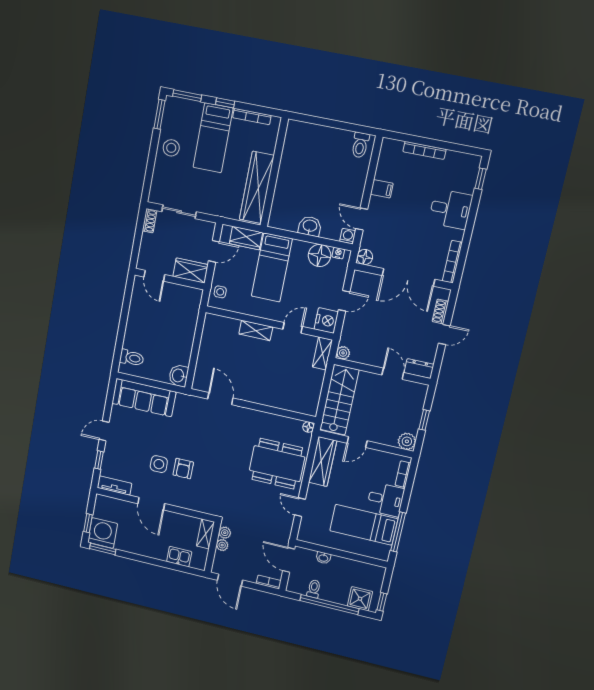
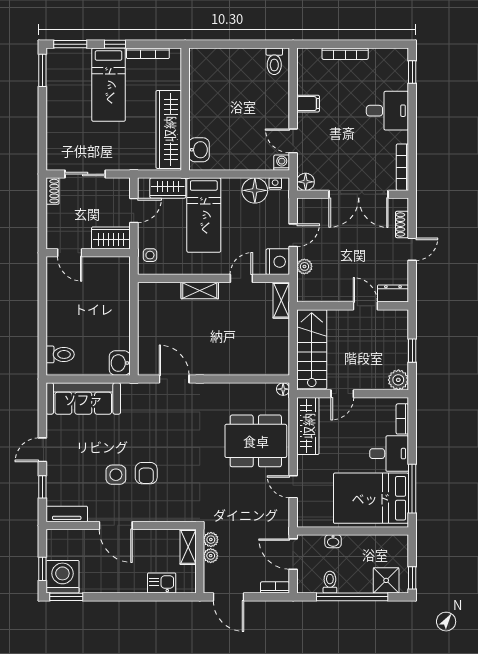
stool: (171, 148) -> (63, 105), removed
washbasin: (310, 226) -> (199, 150), moved, turned 90
plant: (343, 353) -> (304, 266), moved
bed: (364, 525) -> (371, 498), width x1.50

